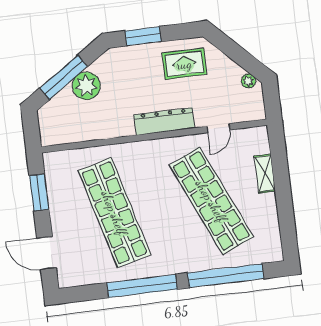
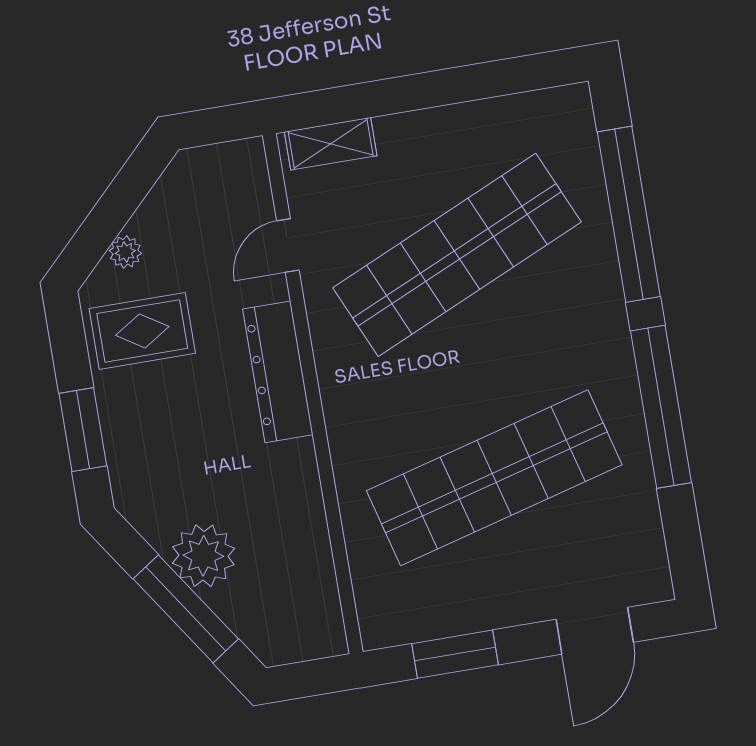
rug: (184, 64) -> (142, 331), turned 90
plant: (248, 81) -> (125, 252), moved
door: (219, 128) -> (288, 245), swing flipped
shelving: (265, 174) -> (331, 144), moved

